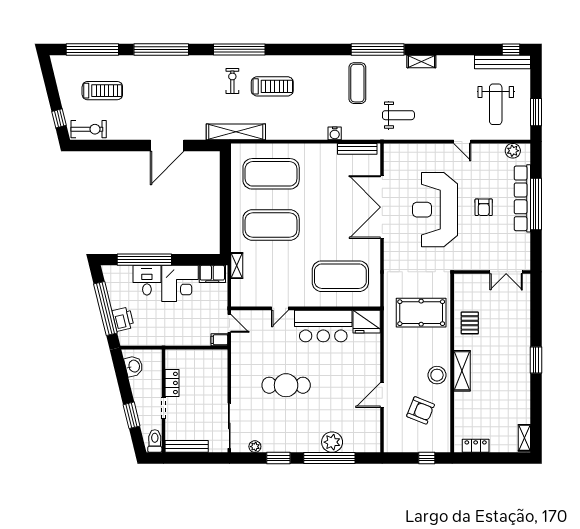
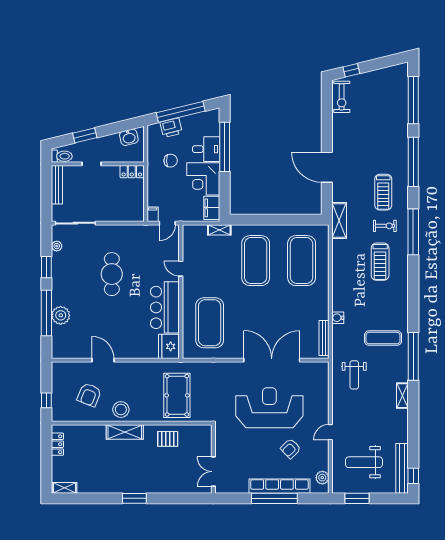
treadmill: (102, 91) -> (383, 192), moved
shelving: (236, 132) -> (339, 220), width x0.68
armchair: (484, 207) -> (291, 449), moved, turned -44
chair: (160, 320) -> (171, 161), added
locker: (172, 383) -> (132, 172), moved

